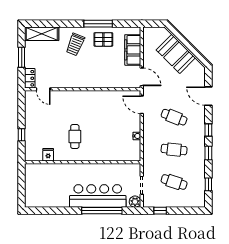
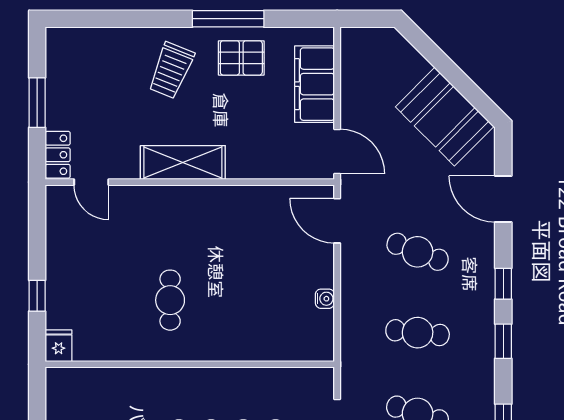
shelving: (42, 34) -> (183, 163), moved
booth: (176, 54) -> (445, 117), moved
fridge: (48, 155) -> (59, 346), moved

